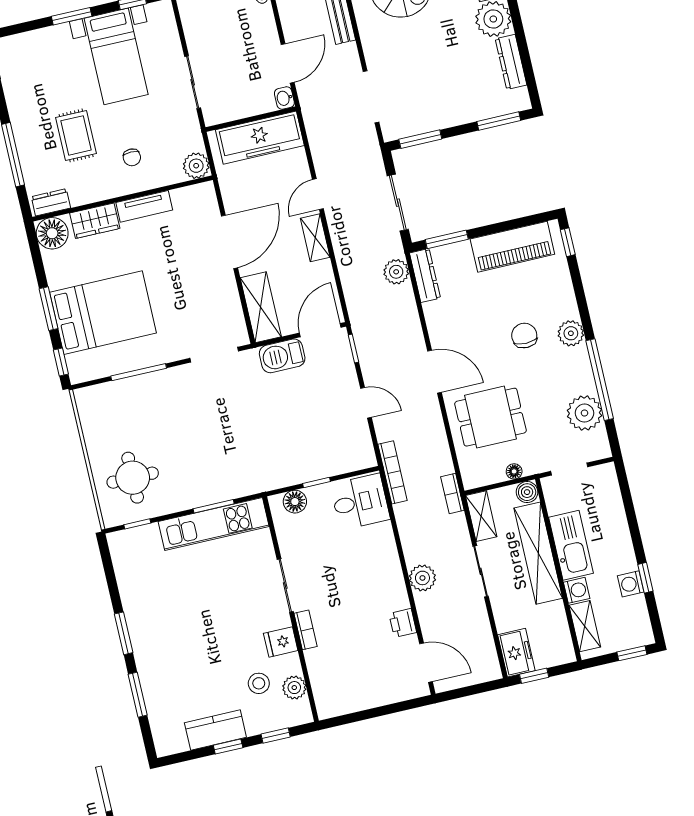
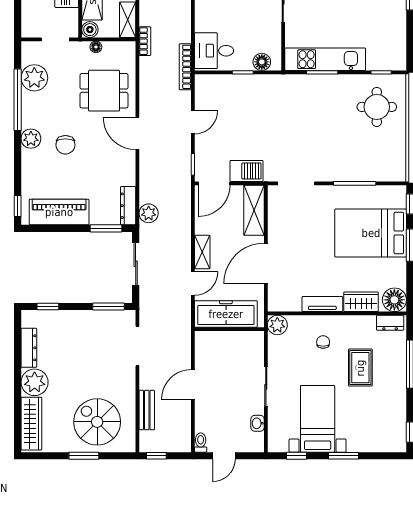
washbasin: (284, 98) -> (258, 423), moved, turned 180
wall: (251, 119) -> (229, 329), moved
window: (499, 121) -> (48, 307), width x0.67
freezer: (260, 138) -> (226, 314), moved
door: (366, 403) -> (193, 122), swing flipped

